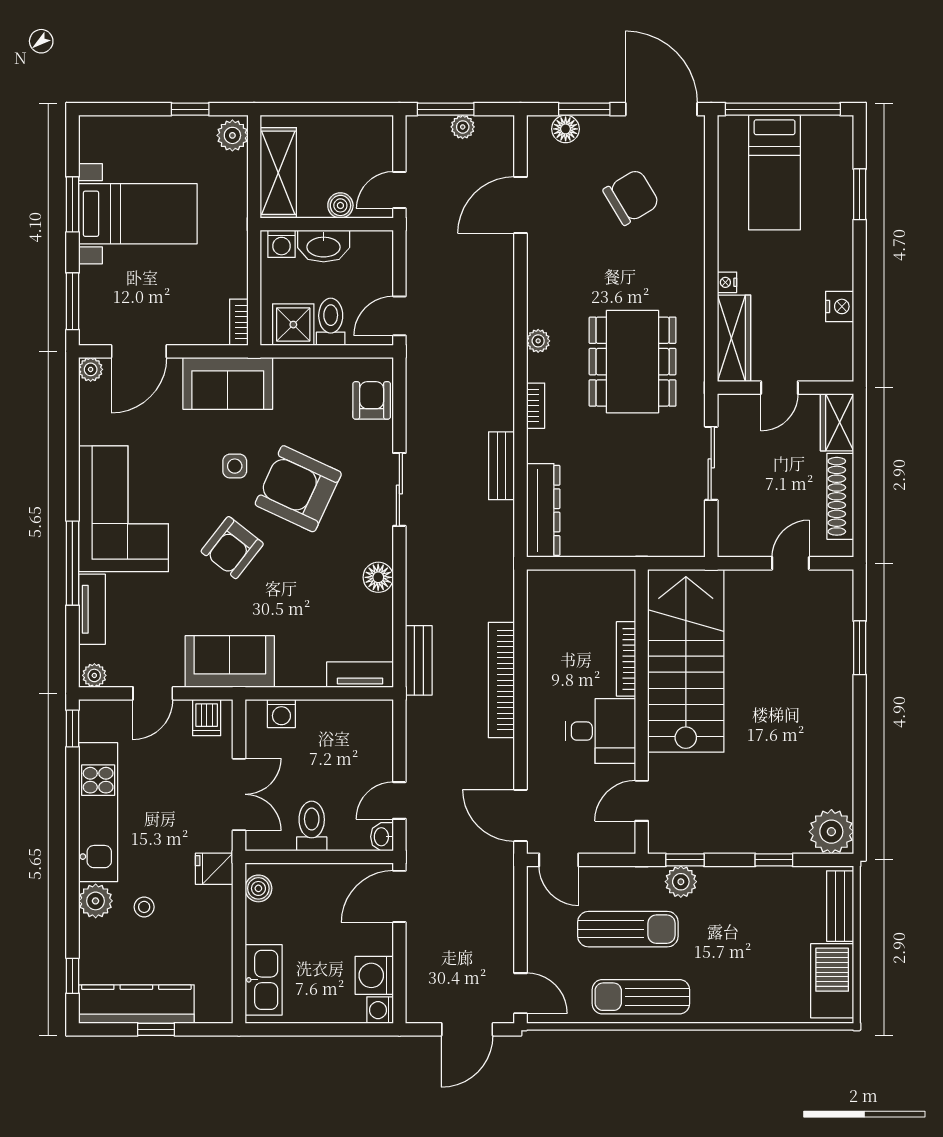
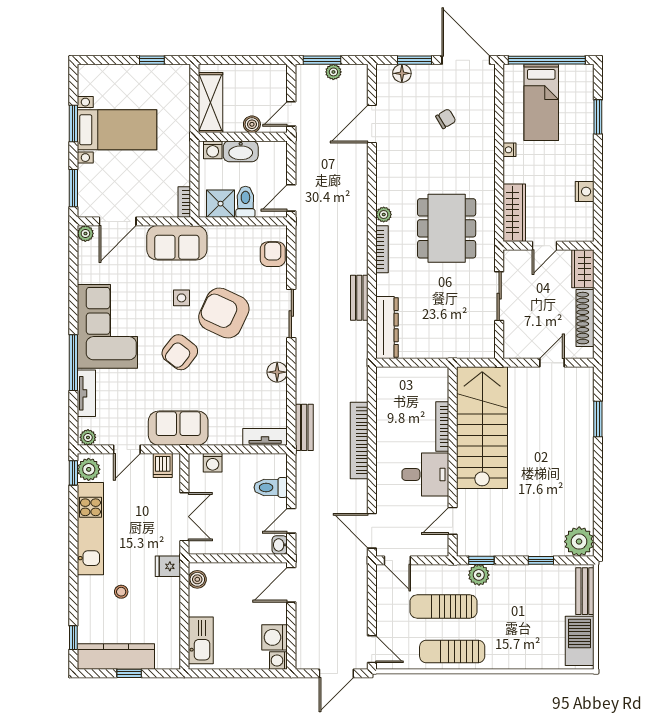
plant: (232, 135) -> (180, 78), removed
chair: (631, 197) -> (446, 119), width x0.54, depth x0.54
nightstand: (727, 282) -> (510, 150), moved
bookcase: (536, 406) -> (382, 249), width x1.56
toilet: (312, 826) -> (271, 487), moved, turned -90
plant: (96, 901) -> (89, 469), moved
sun lounger: (628, 929) -> (444, 606), turned 180

